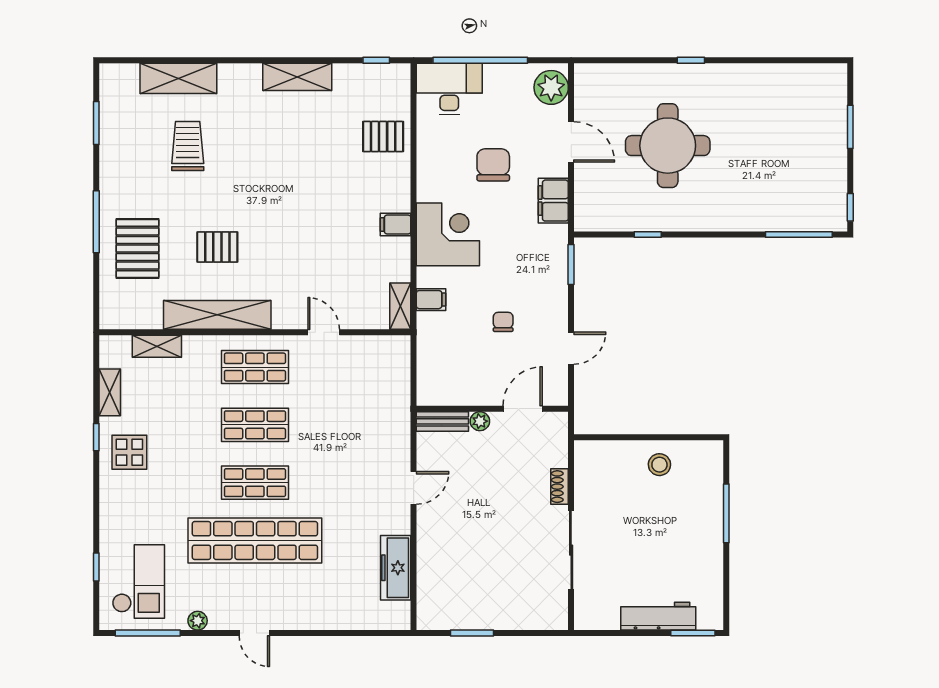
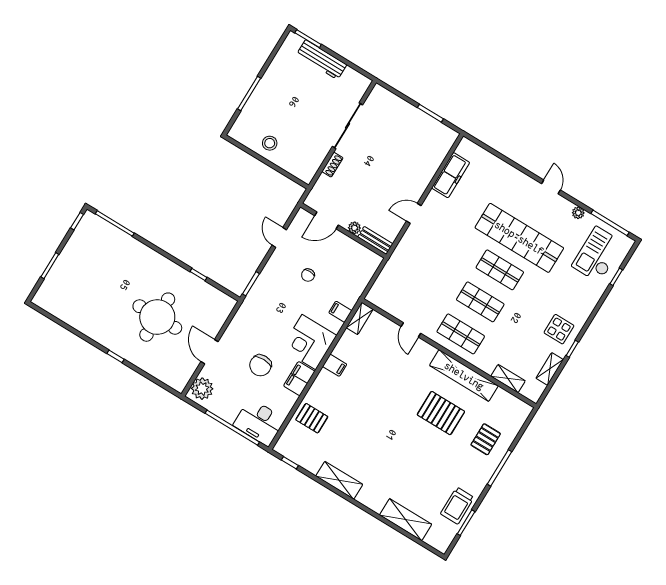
trolley: (188, 146) -> (457, 506), moved
filing cabinet: (553, 201) -> (299, 379), moved, turned 180
pallet: (217, 247) -> (441, 413), width x1.50, depth x1.42
pallet: (137, 248) -> (486, 439), width x0.67, depth x0.71
door: (571, 348) -> (279, 237), hinge flipped

